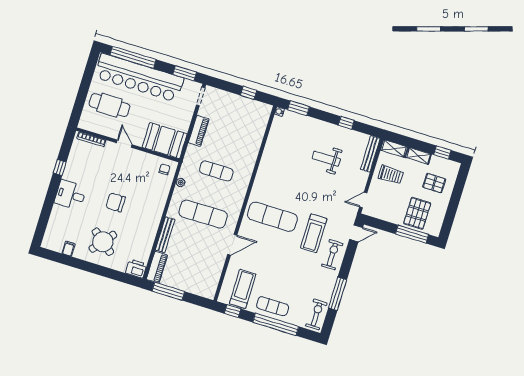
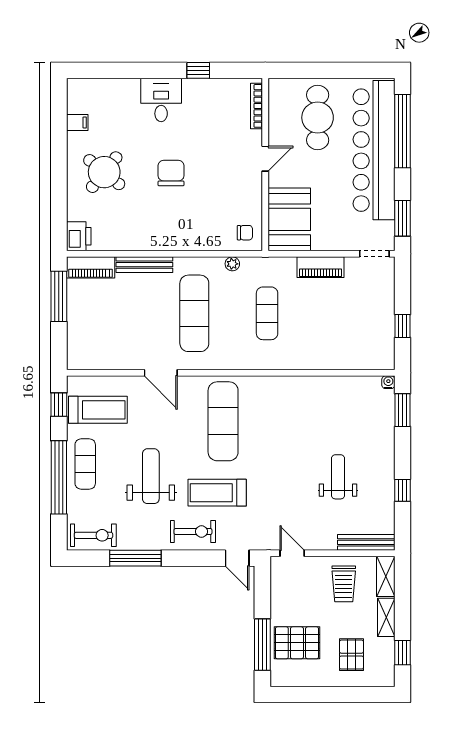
weight bench: (292, 270) -> (151, 476), added

